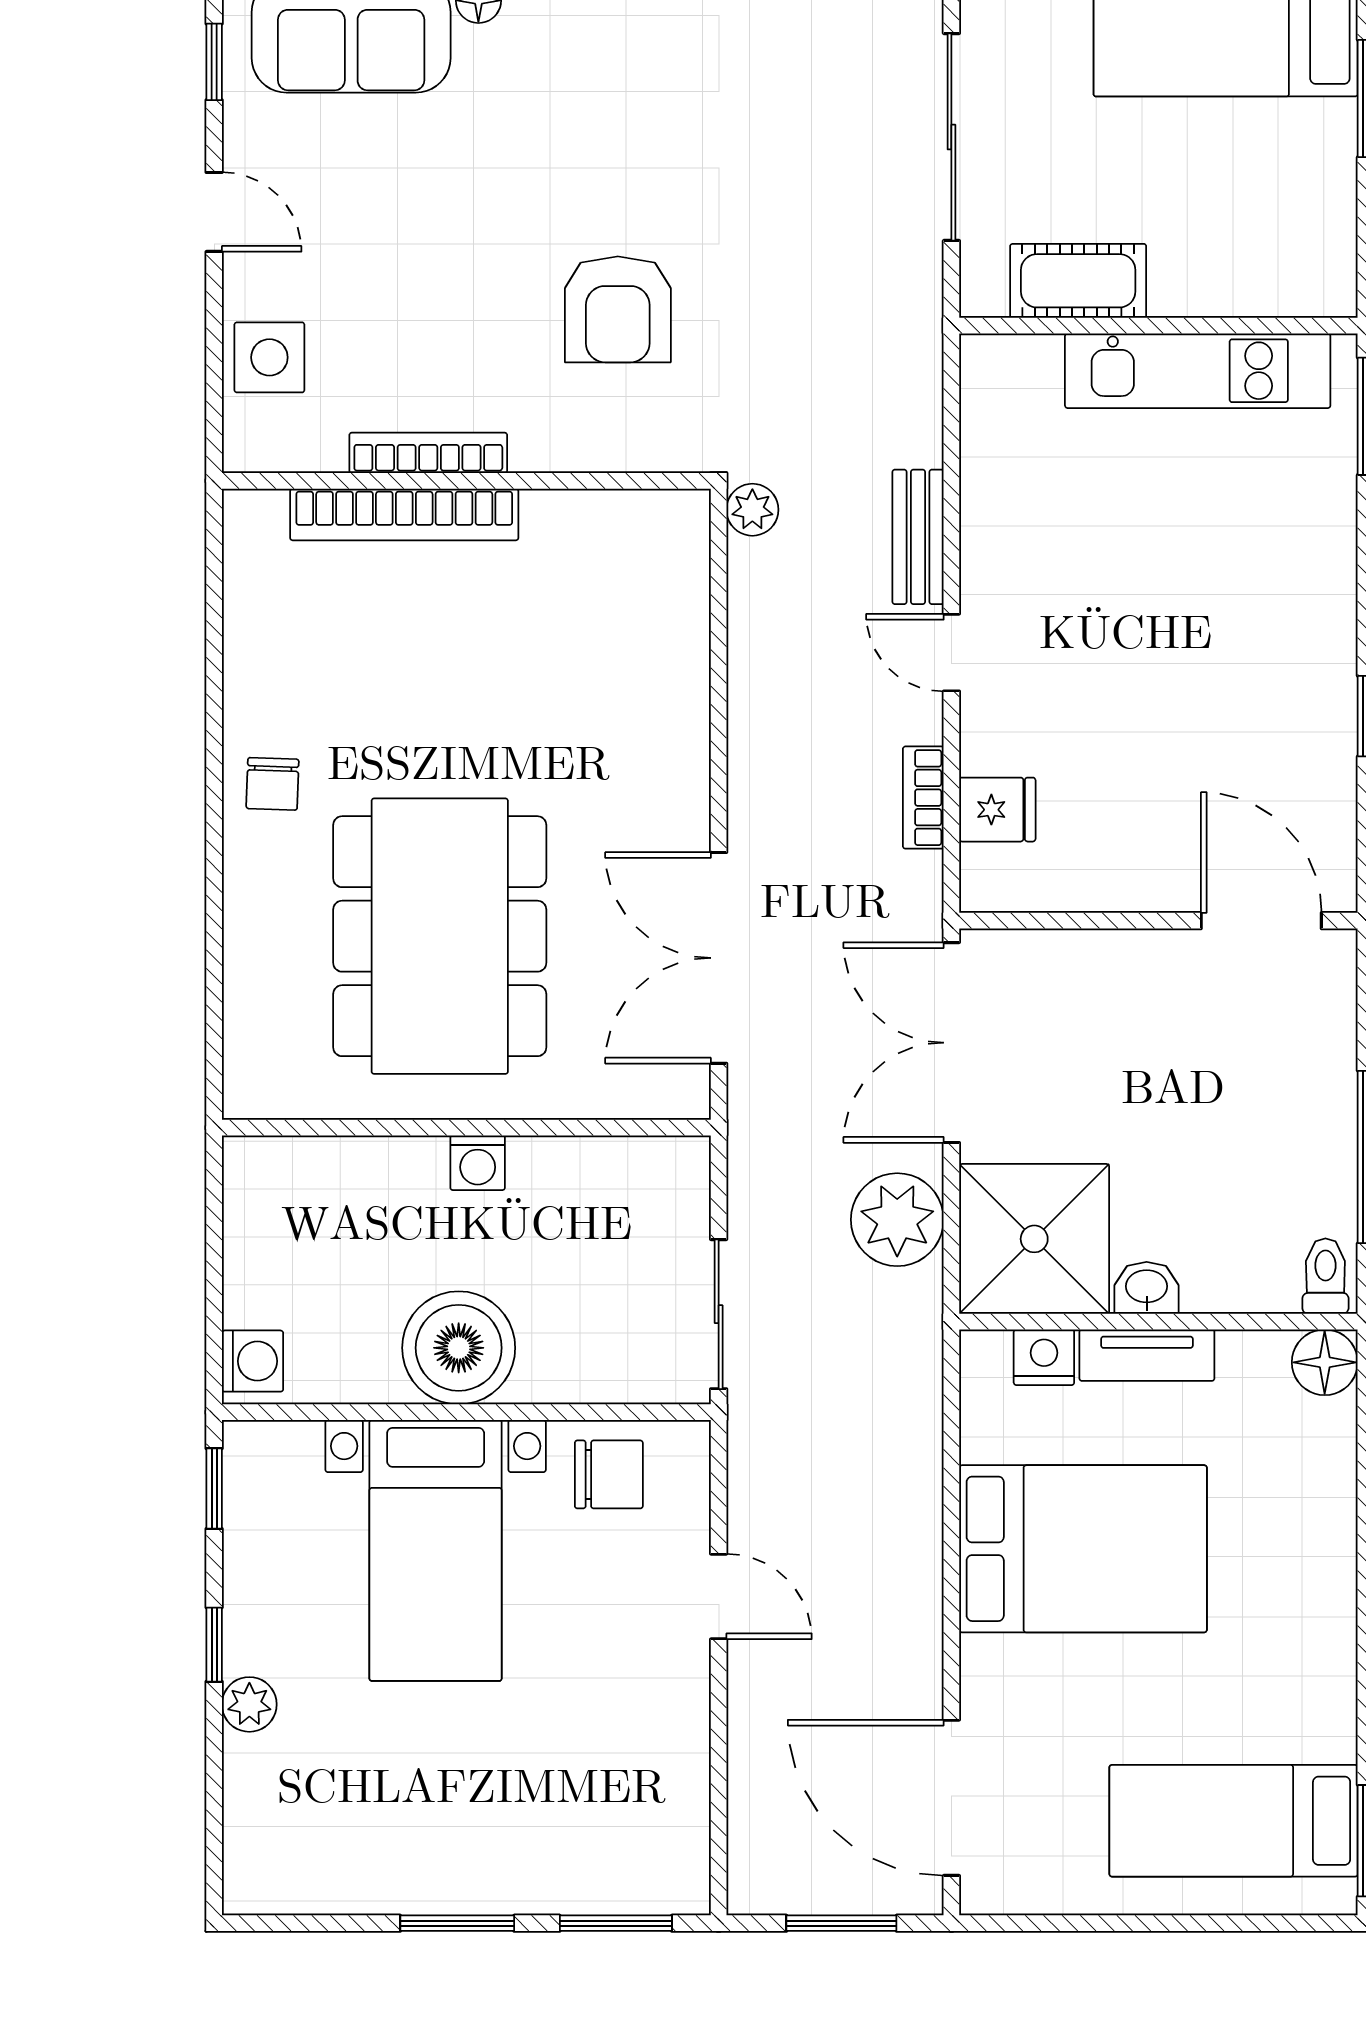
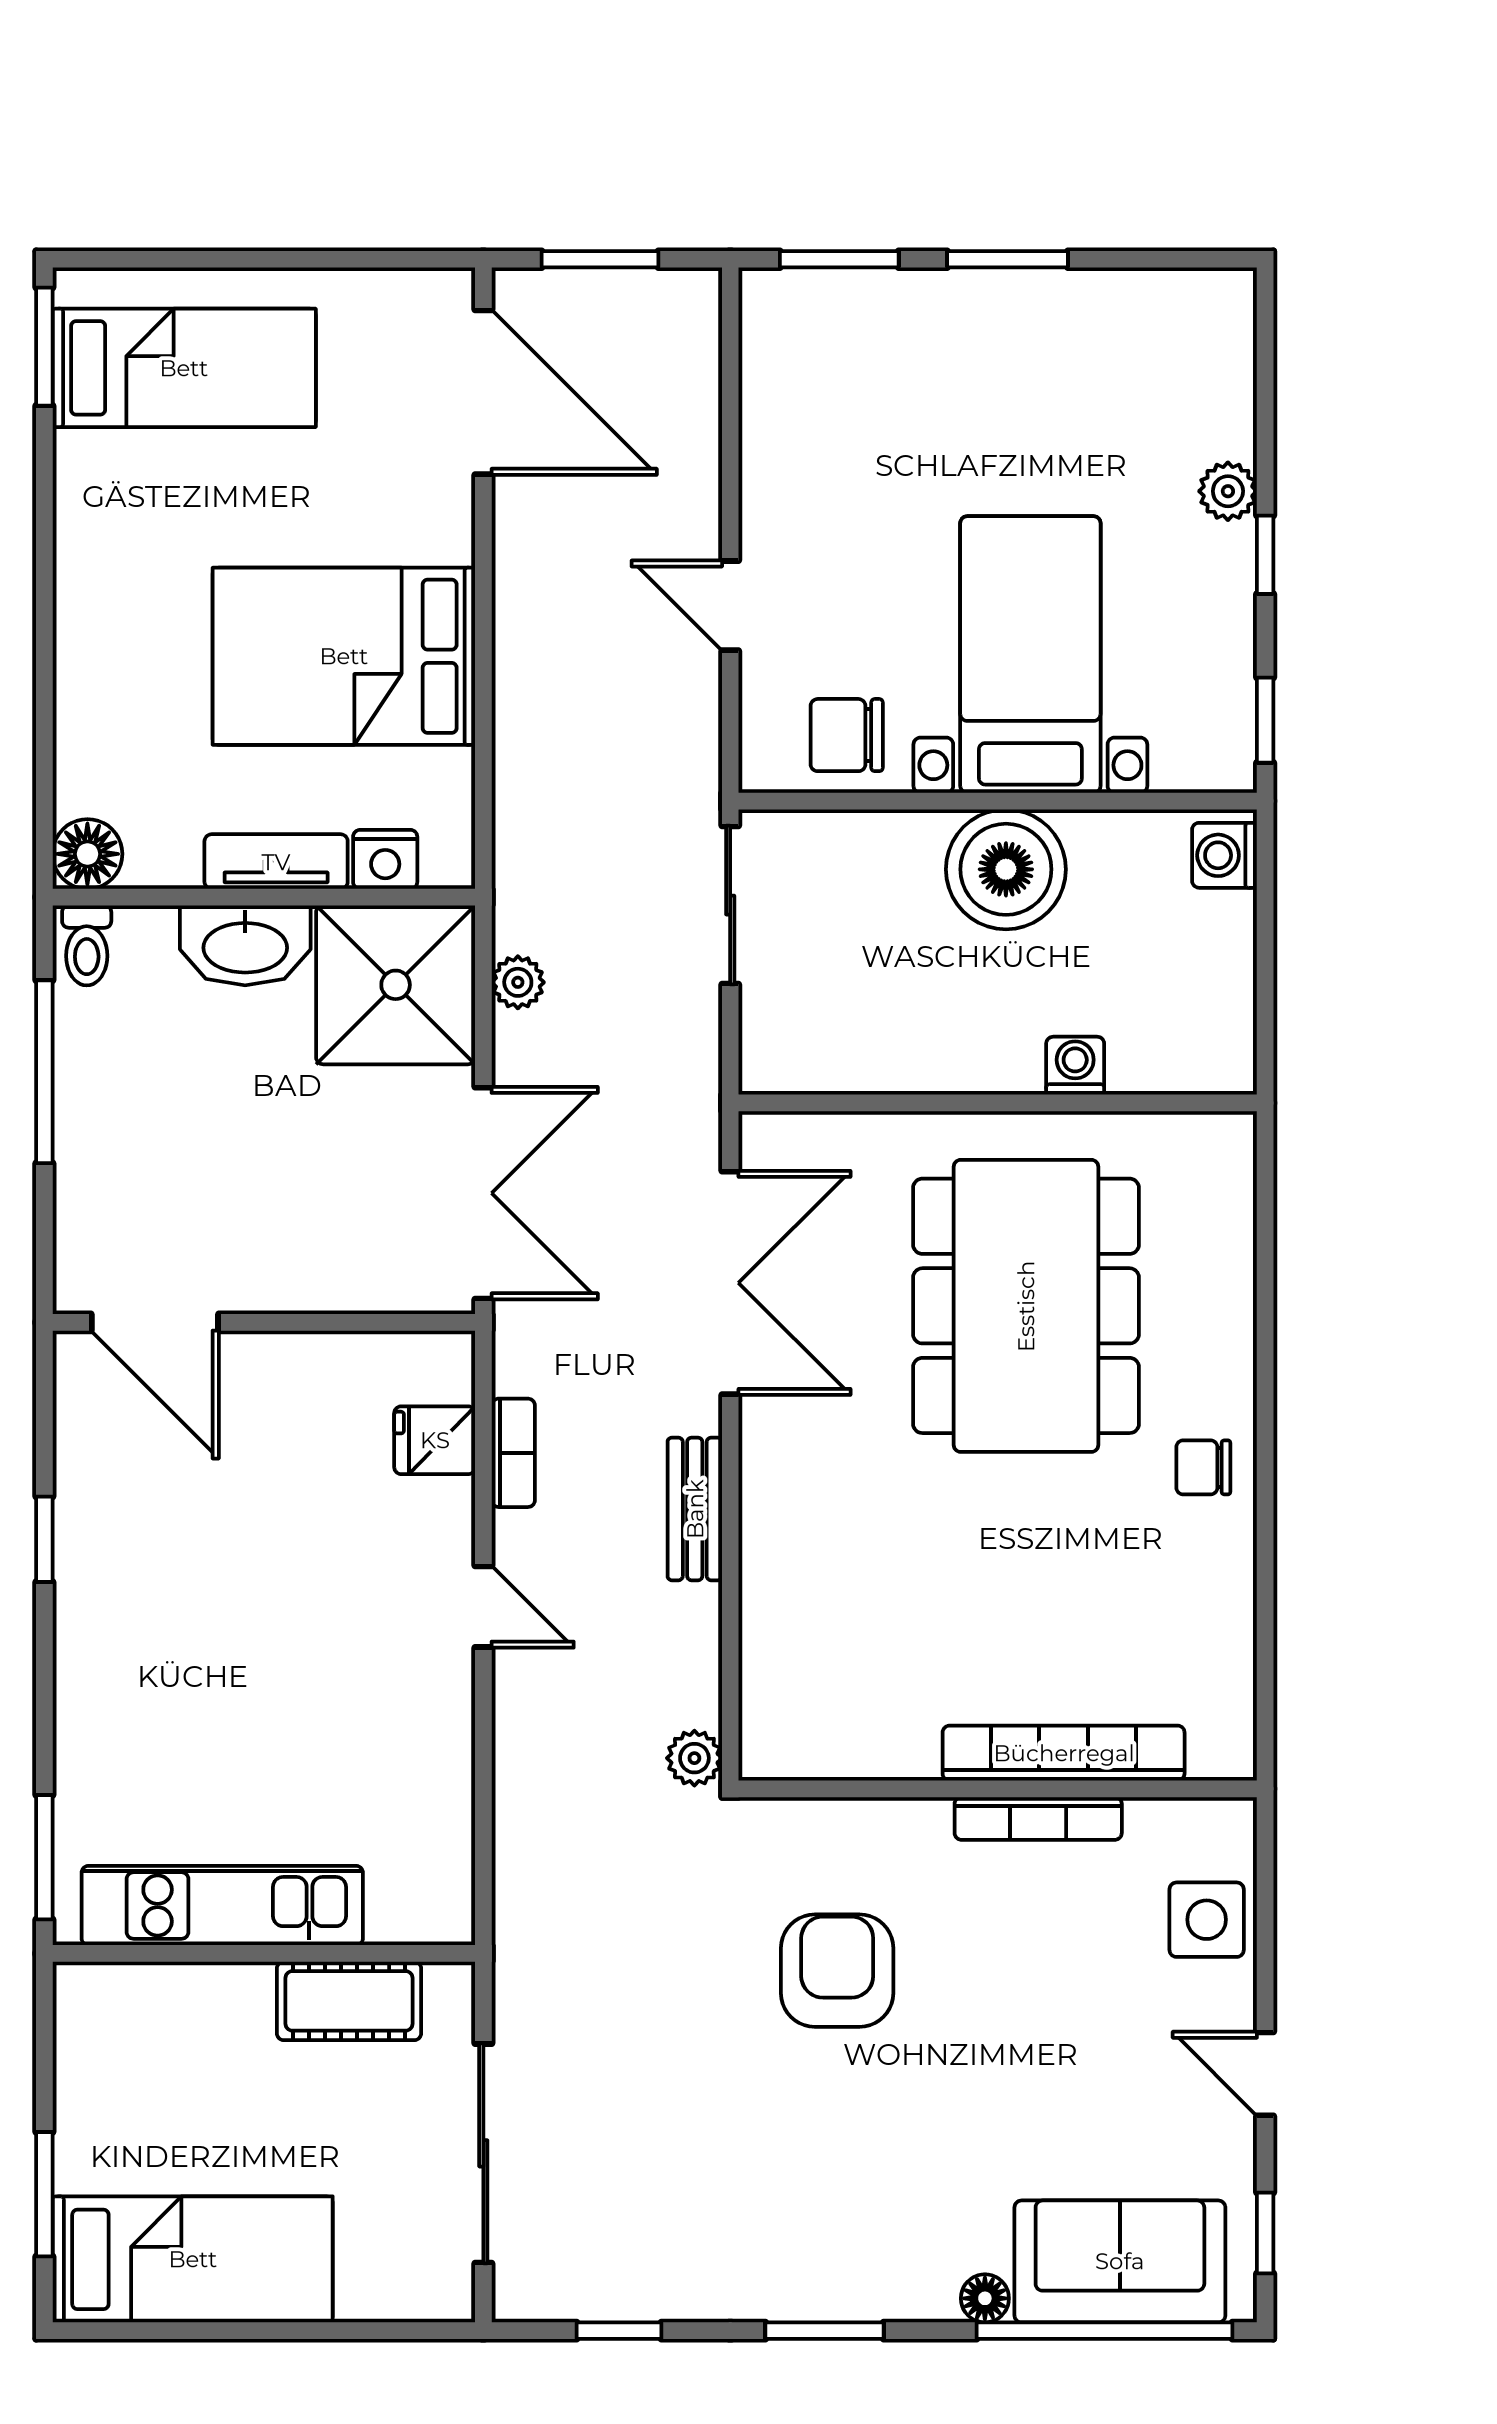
bench: (918, 537) -> (695, 1509), moved
chair: (273, 784) -> (1203, 1467), turned -92
washing machine: (478, 1163) -> (1075, 1066), moved
plant: (897, 1220) -> (518, 982), width x0.53, depth x0.53
washbasin: (1147, 1288) -> (245, 945), width x1.91, depth x1.45

